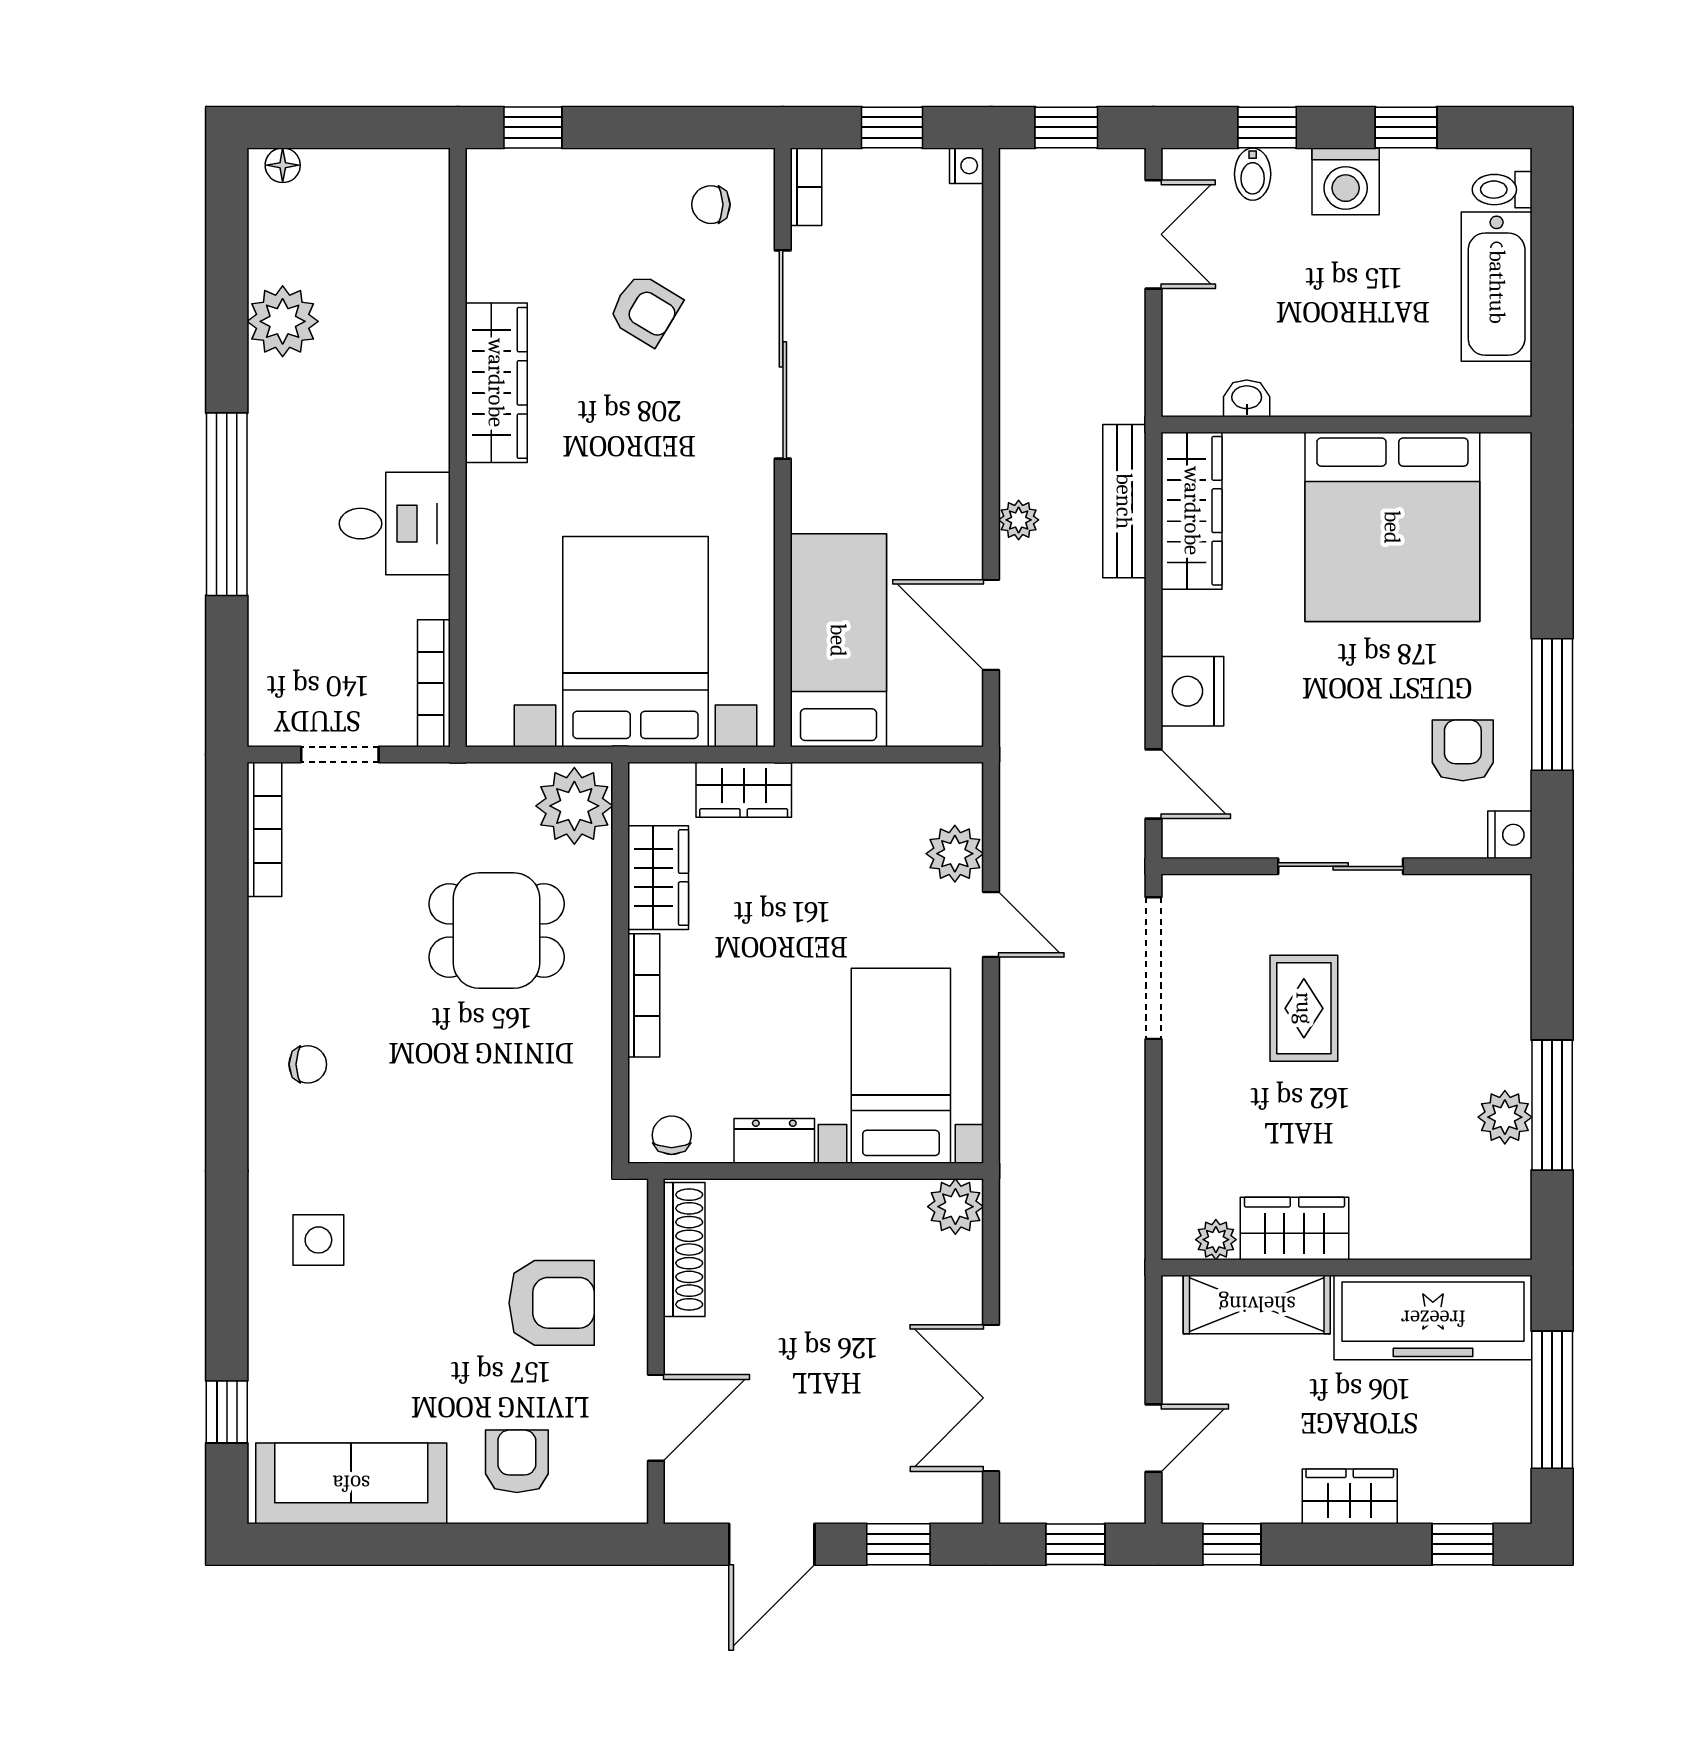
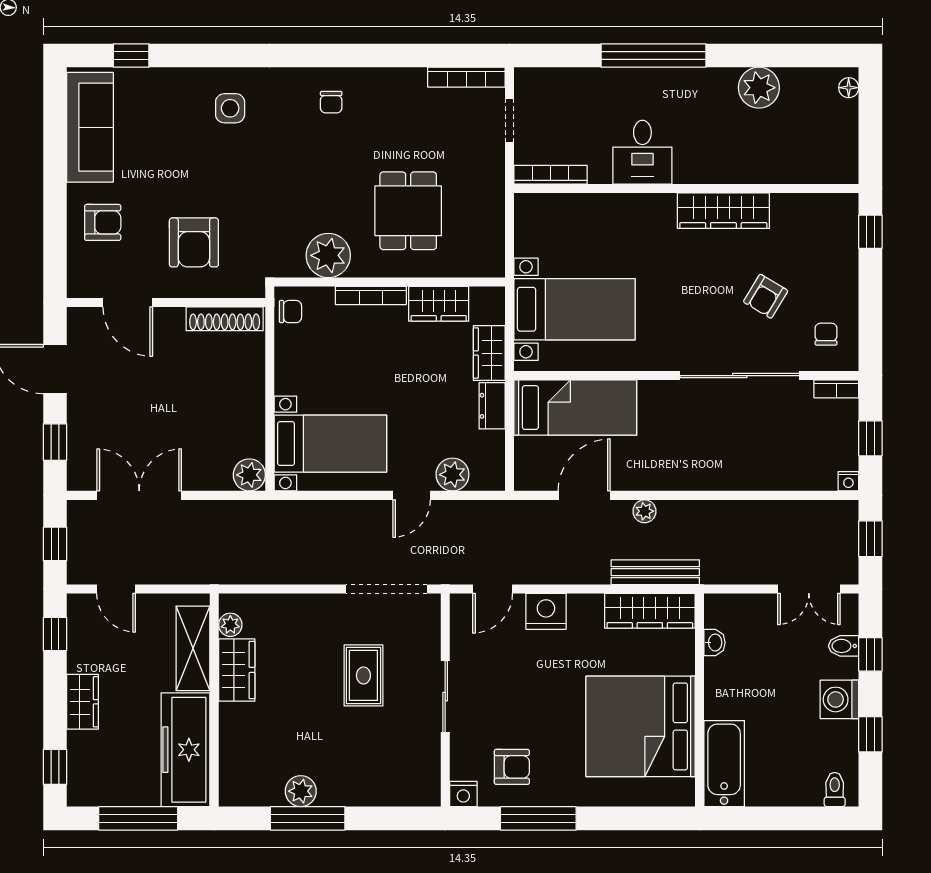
bathtub: (1497, 287) -> (724, 764), moved, turned 90
bed with nightstands: (636, 642) -> (574, 309), width x0.73
plant: (574, 806) -> (328, 255), moved
rug: (1304, 1008) -> (363, 675), turned 90
dresser: (774, 1141) -> (492, 406), moved, turned 180

